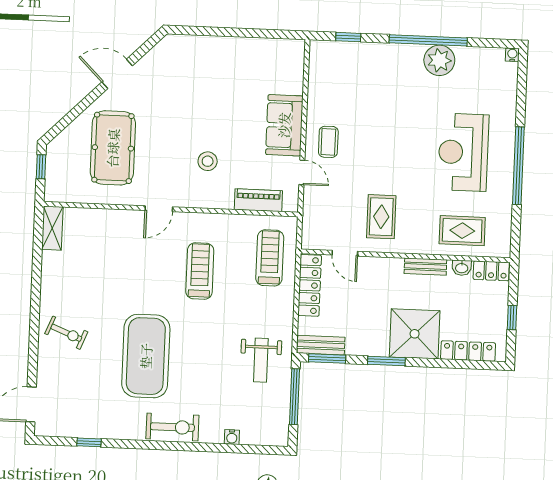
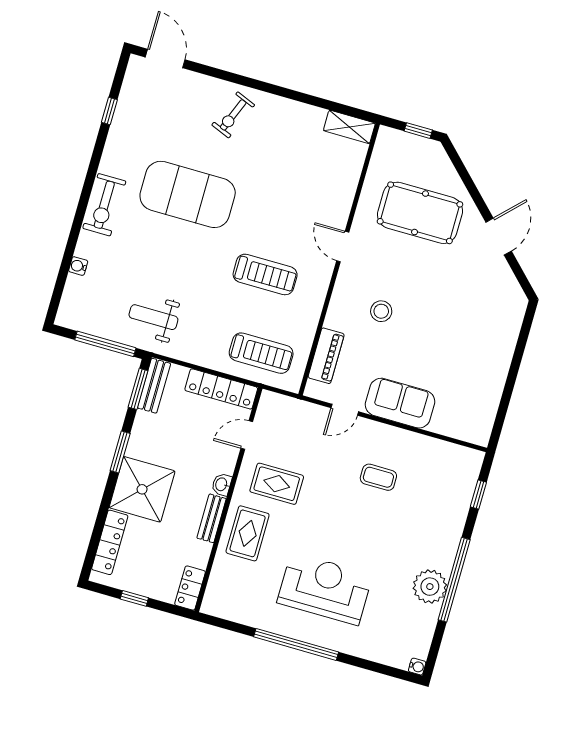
coffee table: (328, 142) -> (378, 477), moved
rug: (462, 231) -> (248, 533), moved
washbasin: (462, 268) -> (222, 484), moved

